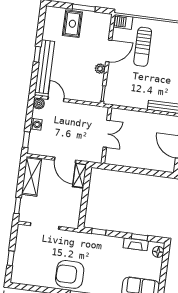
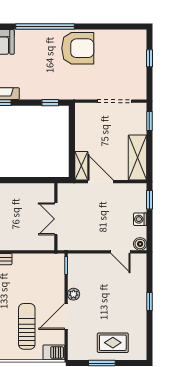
rug: (72, 24) -> (113, 343), turned 90
bench: (45, 67) -> (139, 288), removed

